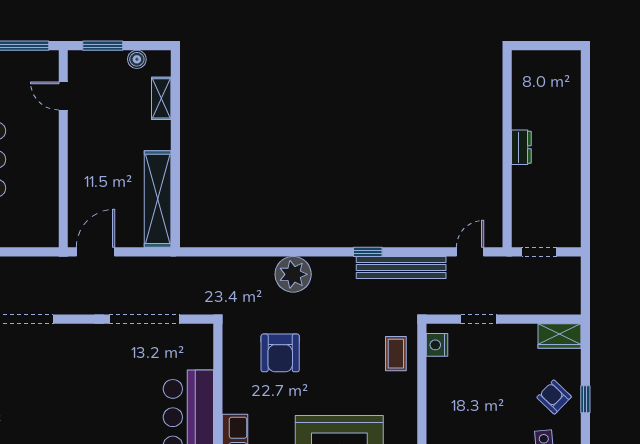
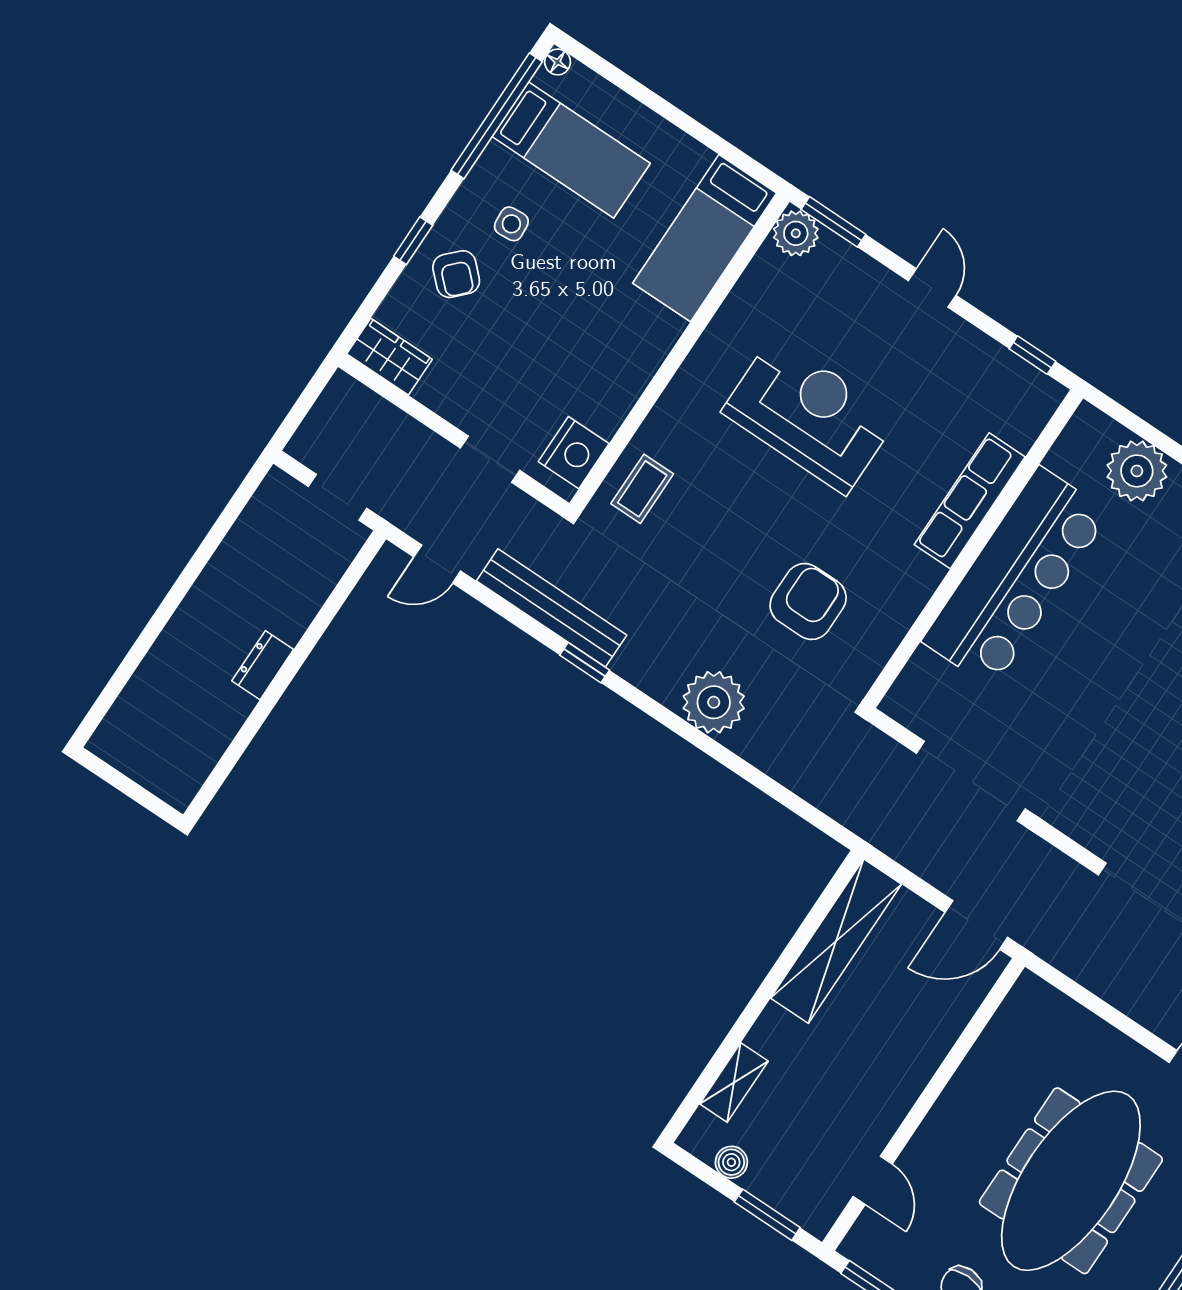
nightstand: (437, 345) -> (574, 453), width x1.36, depth x1.33

